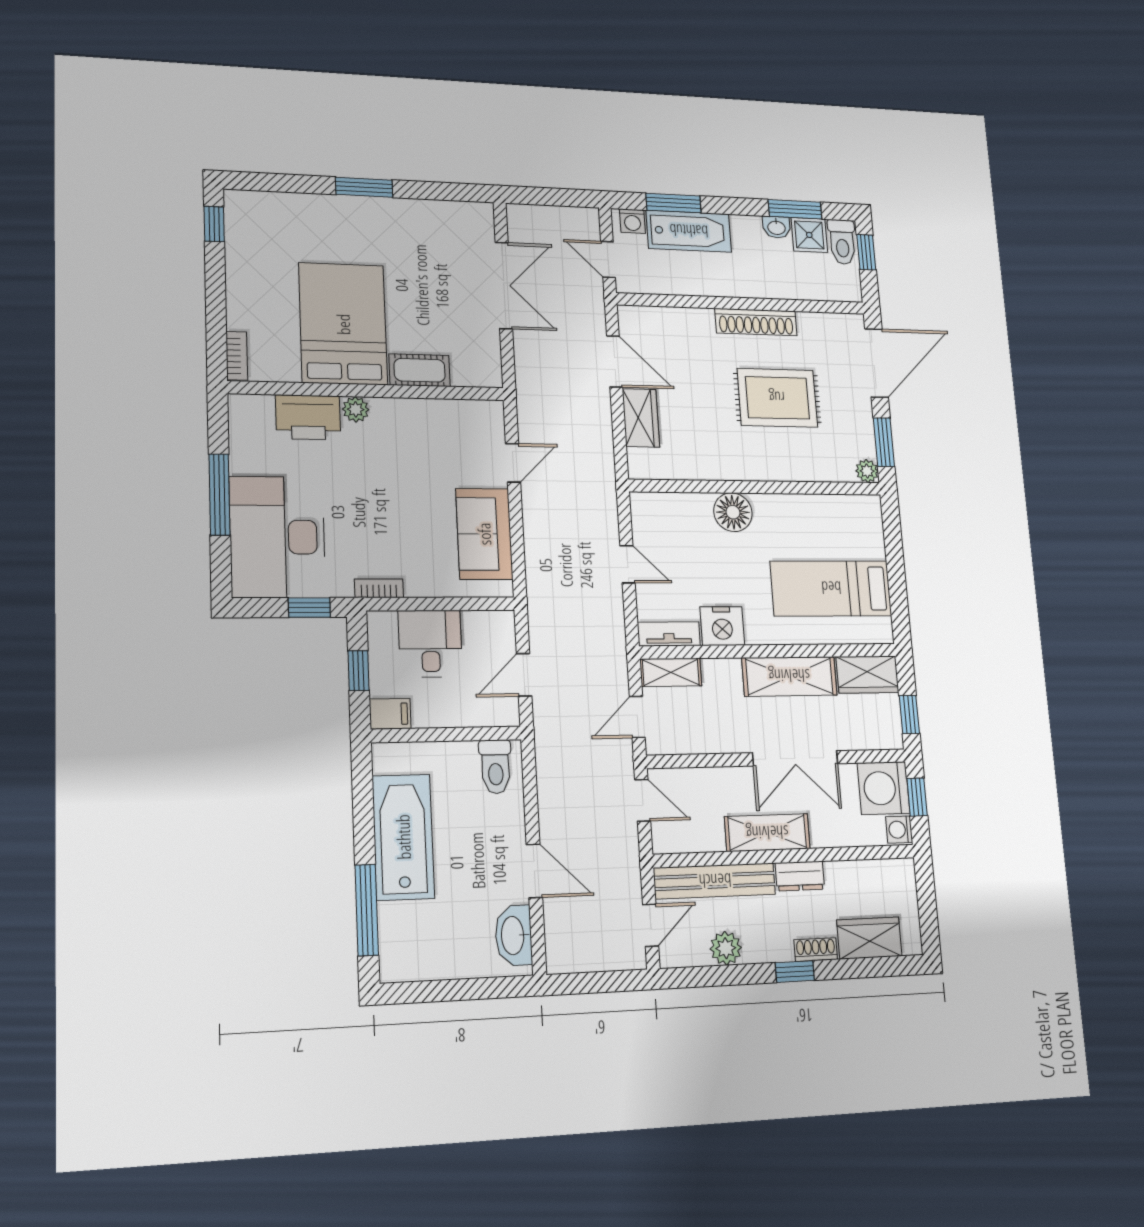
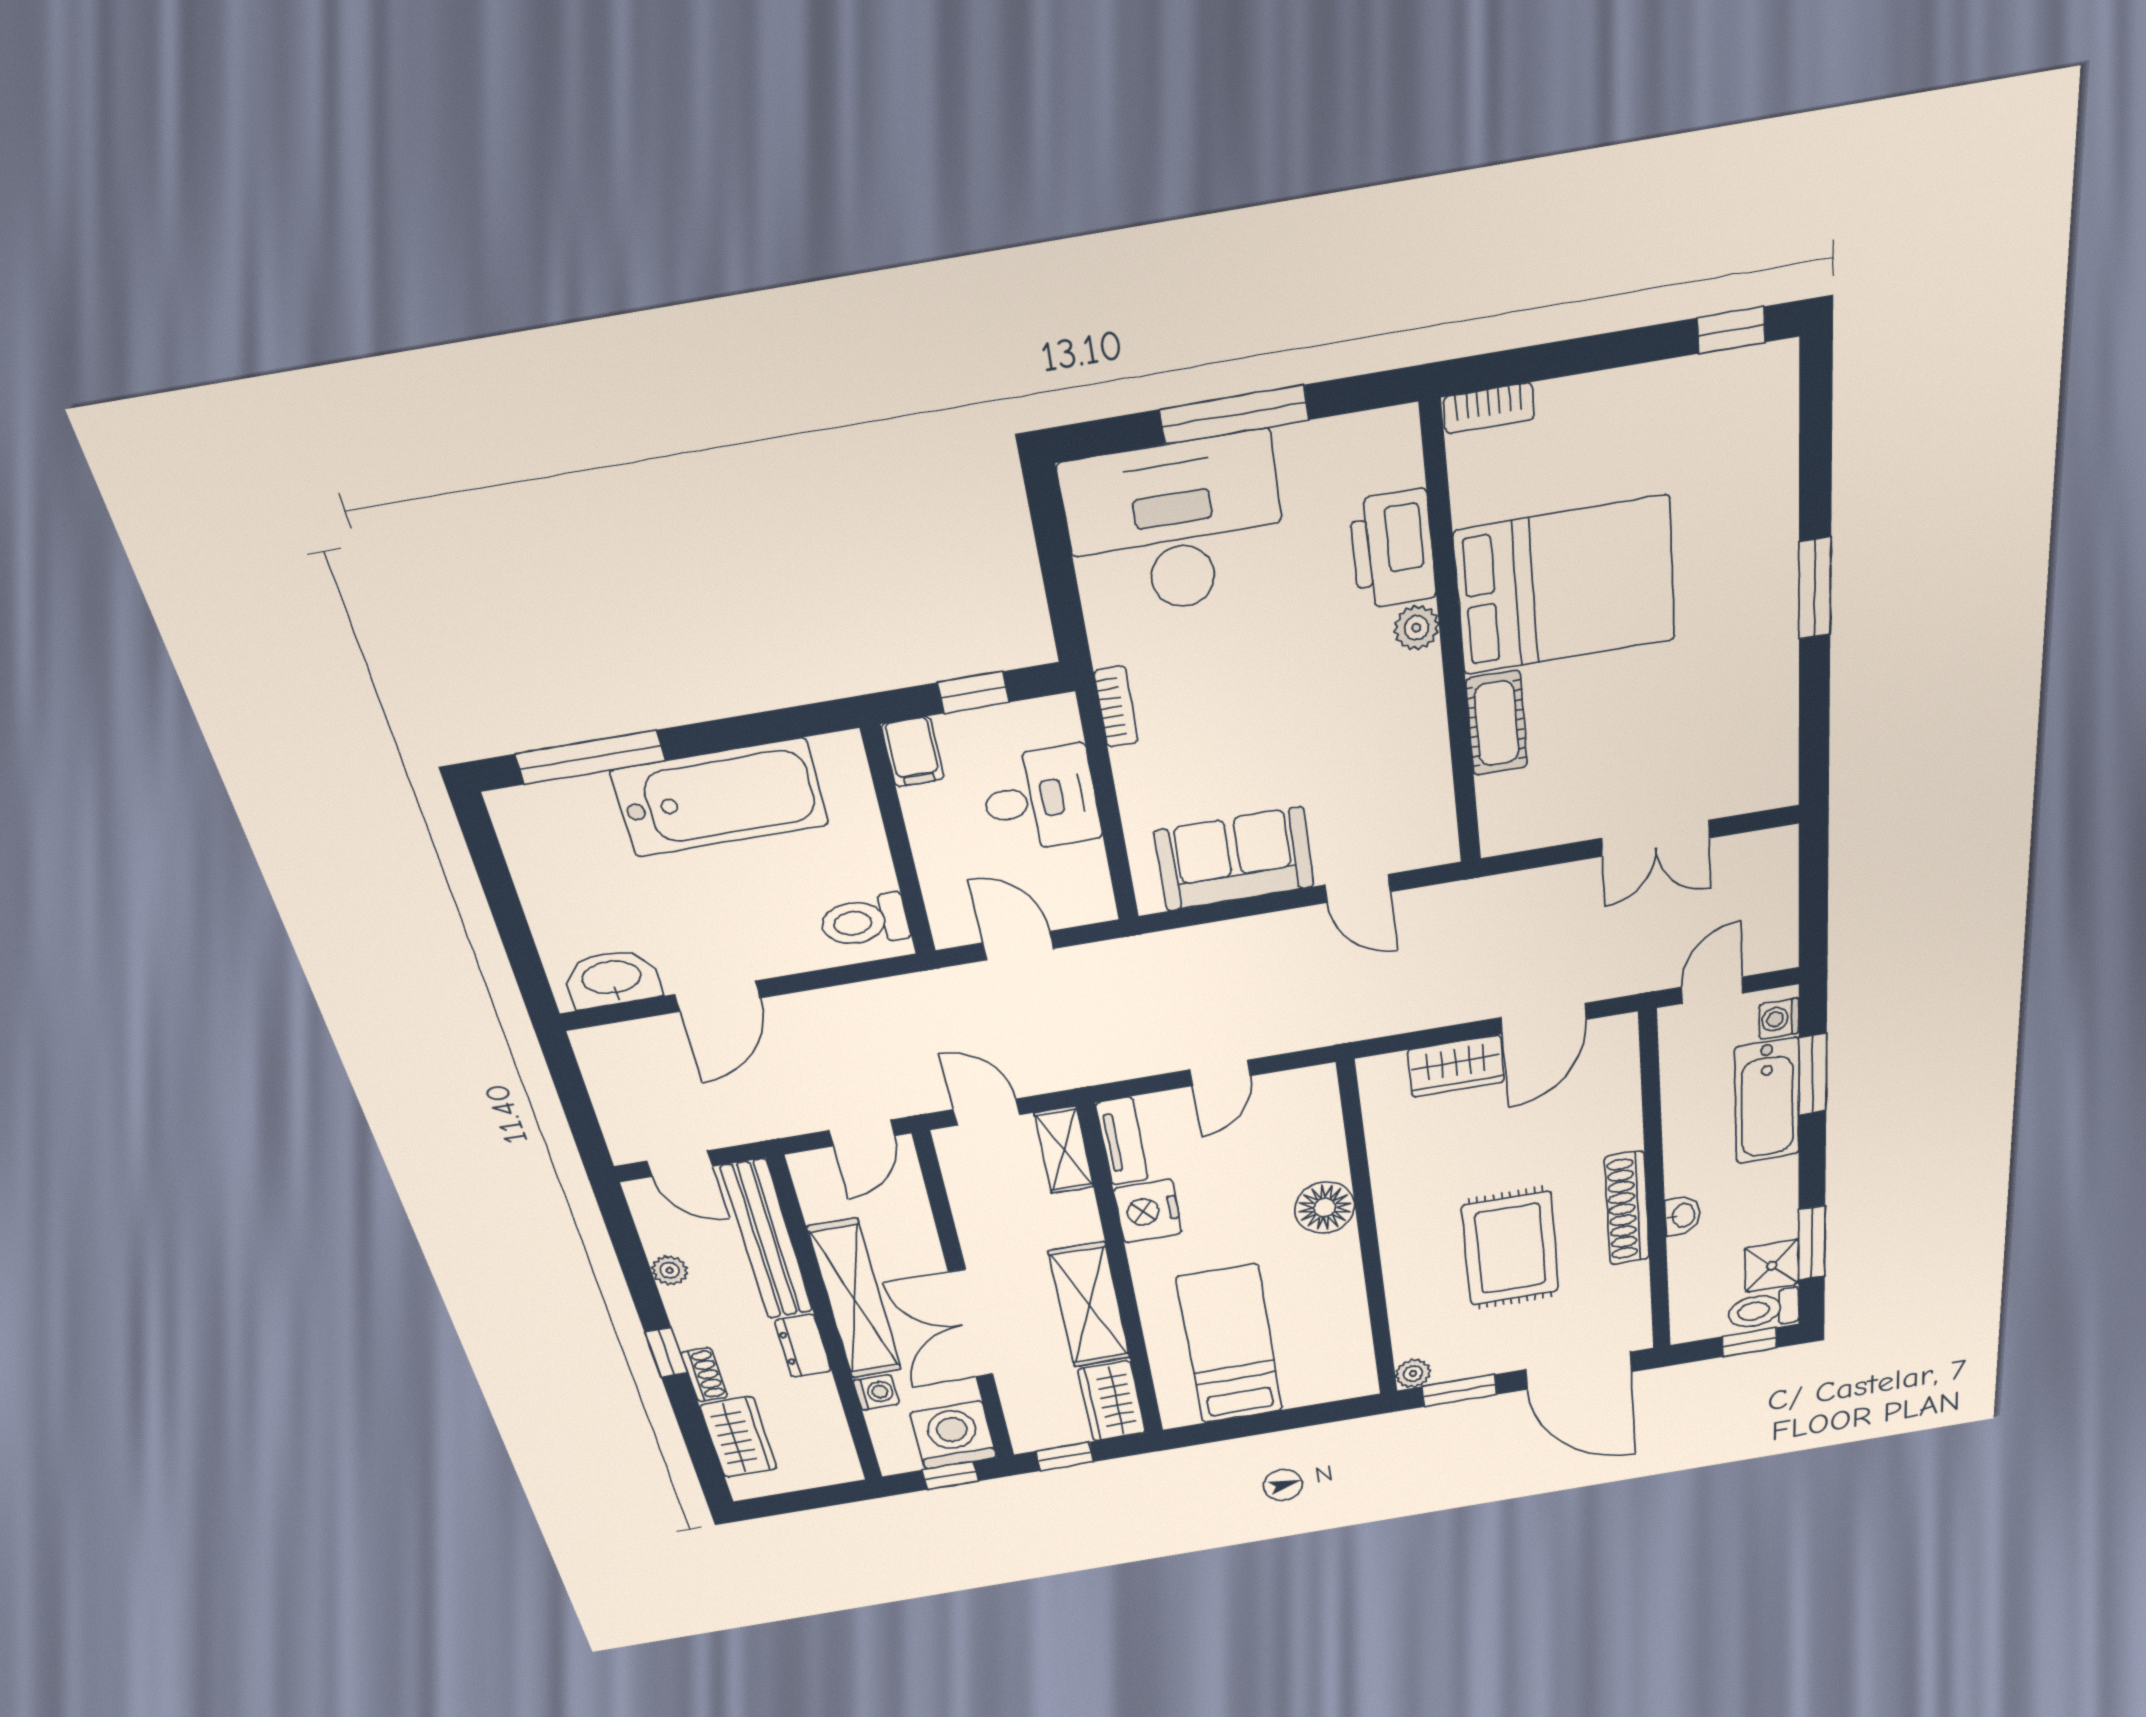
washbasin: (776, 227) -> (1683, 1216), moved, turned 180
double door: (504, 286) -> (1656, 838), width x0.73
window: (309, 608) -> (1063, 598), removed
washing machine: (899, 830) -> (876, 1392), moved, turned 90
shelving: (767, 833) -> (855, 1299), width x1.47
plant: (726, 948) -> (670, 1270), width x0.73, depth x0.73

